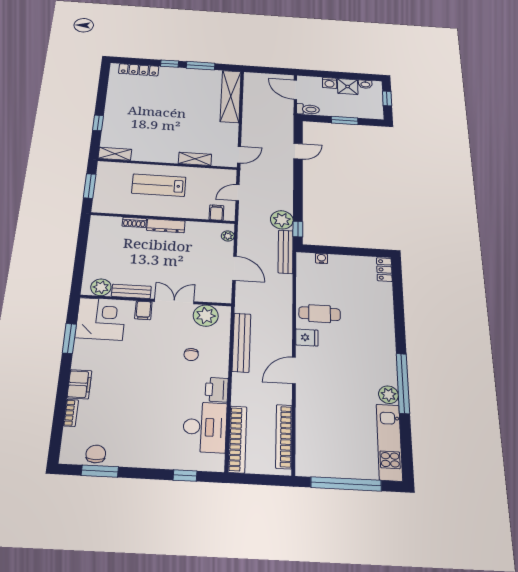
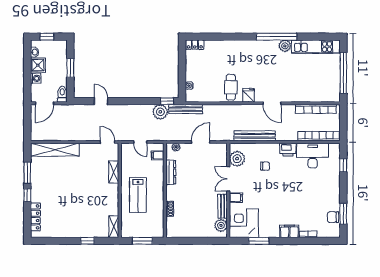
dresser: (166, 226) -> (171, 172), moved

